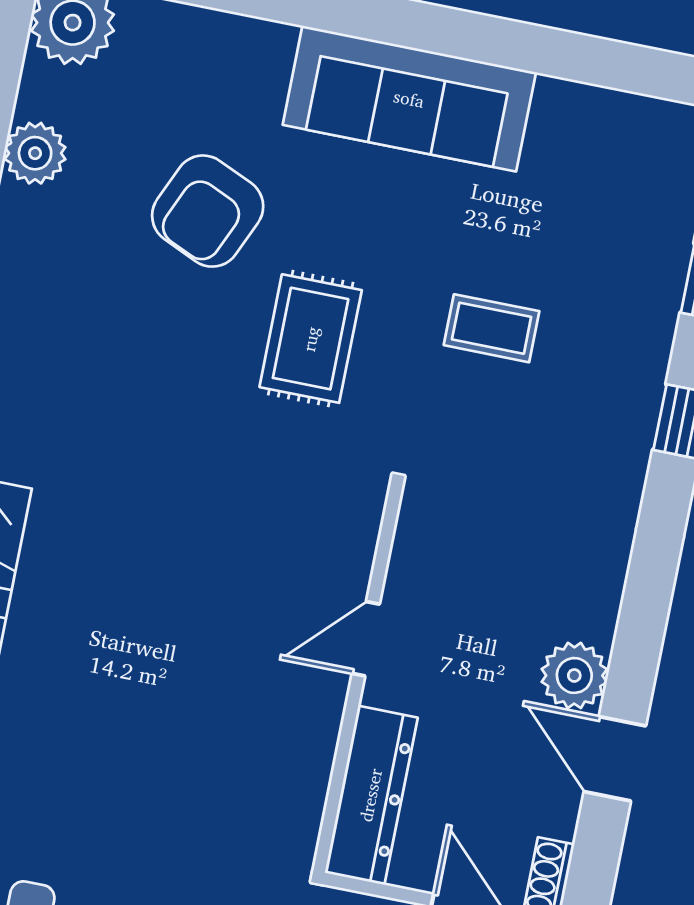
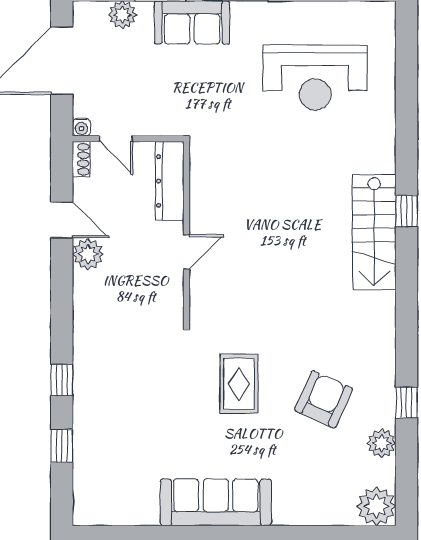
armchair: (208, 211) -> (324, 399), moved
coffee table: (492, 328) -> (157, 405), removed

